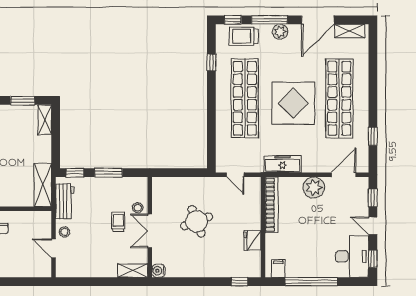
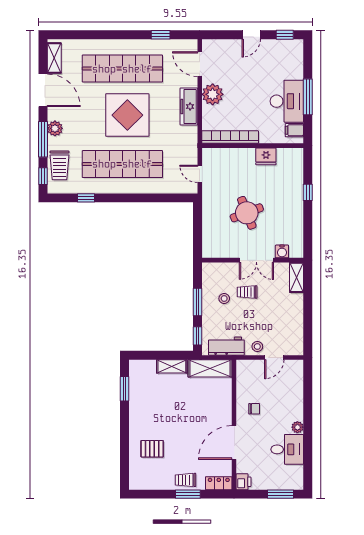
shelving: (45, 120) -> (172, 366), moved
freezer: (283, 164) -> (189, 107), moved
door: (235, 175) -> (200, 174), swing flipped
window: (373, 198) -> (223, 35), removed
stool: (138, 208) -> (224, 298), moved
desk: (352, 256) -> (287, 101), moved, turned 90
water cooler: (158, 271) -> (282, 251), moved
window: (239, 282) -> (308, 192), moved
window: (311, 282) -> (308, 97), width x0.68

